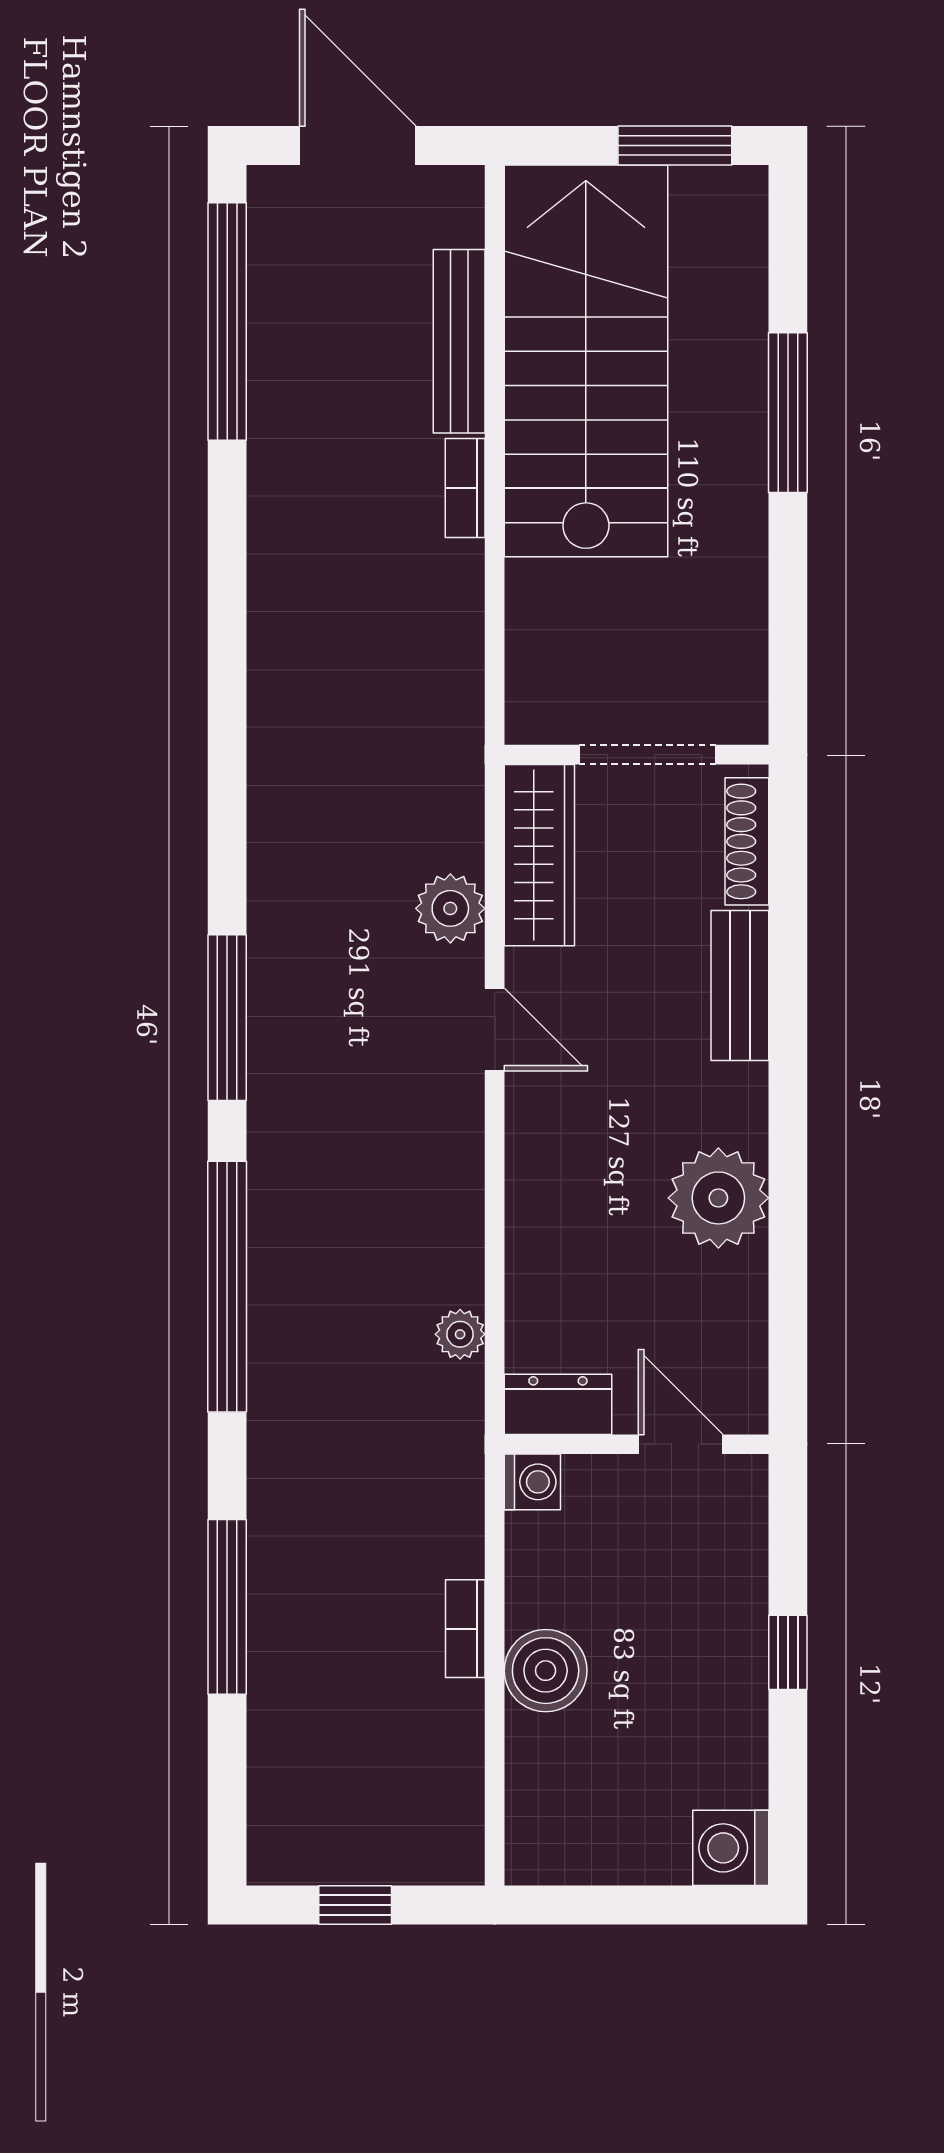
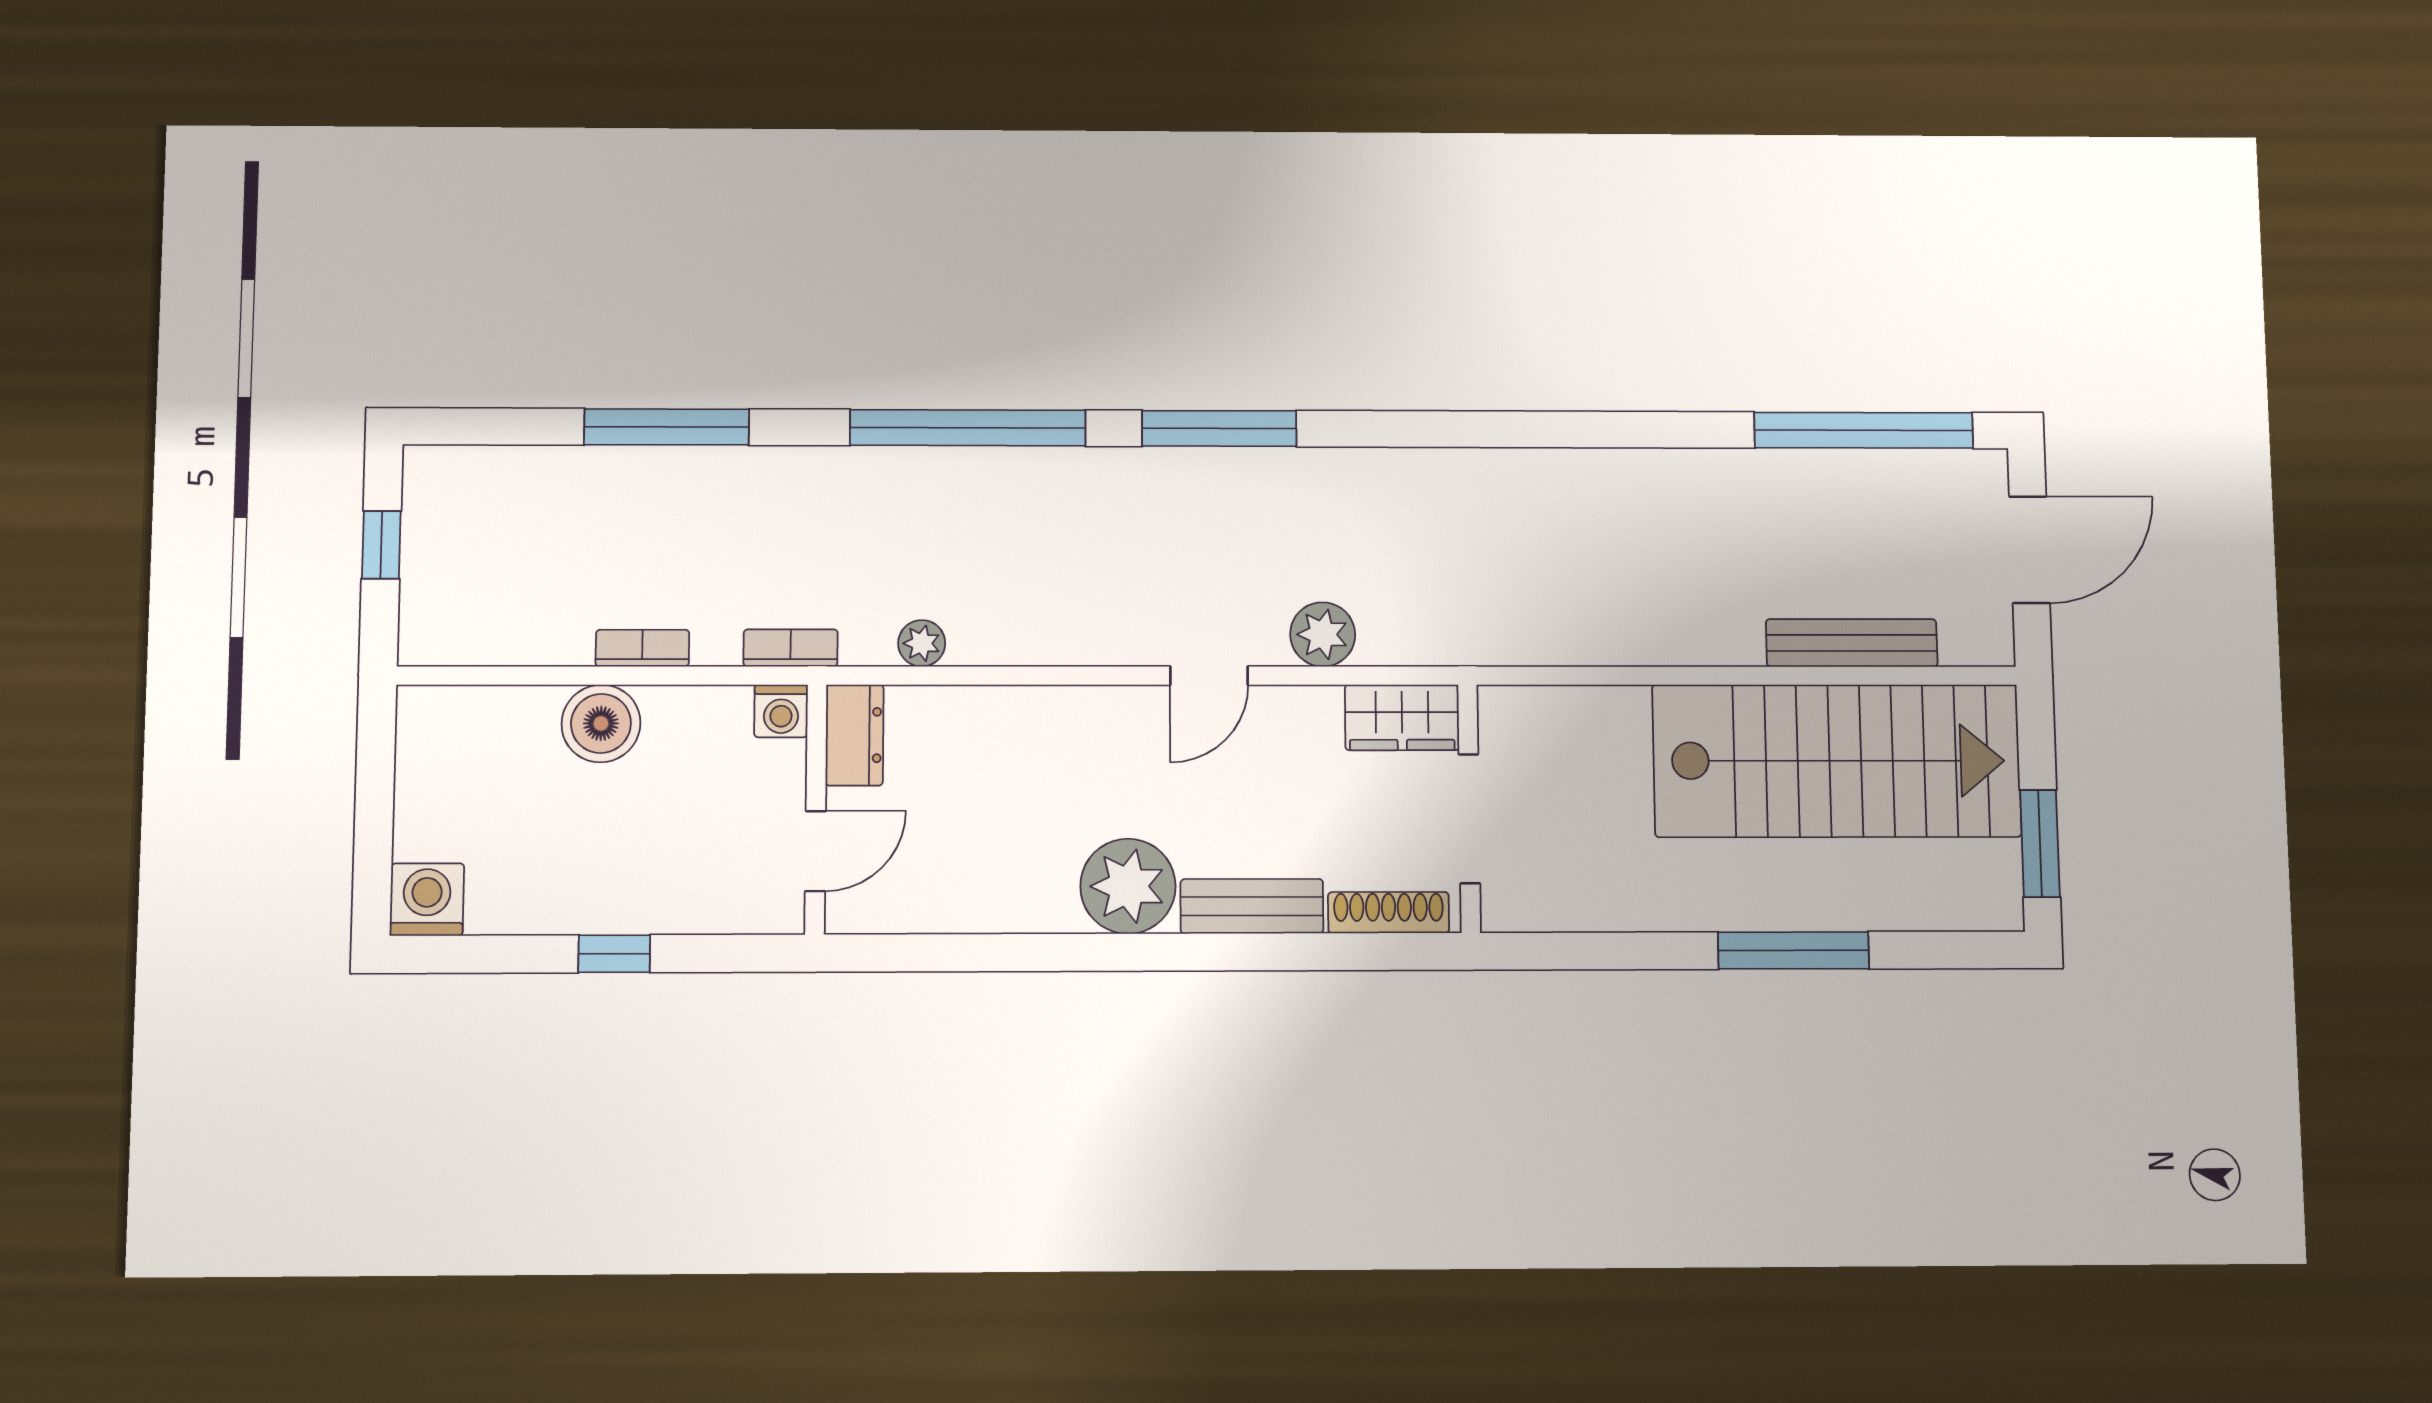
bookcase: (465, 488) -> (791, 648), moved
wardrobe: (539, 855) -> (1402, 717), width x0.67
plant: (718, 1198) -> (1128, 886), moved

